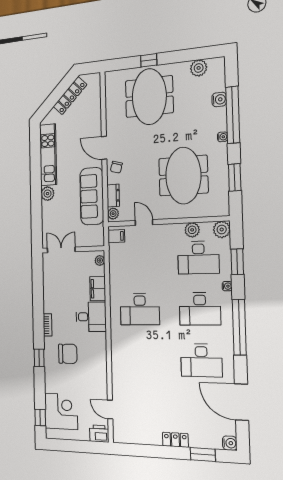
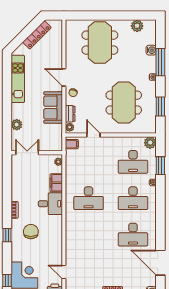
window: (149, 60) -> (100, 16), removed
window: (233, 115) -> (160, 62), width x0.68
plant: (47, 194) -> (17, 125), moved
sofa: (92, 196) -> (53, 107), width x0.73
plant: (192, 230) -> (129, 142), removed
window: (239, 327) -> (160, 211), removed
chair: (68, 354) -> (31, 232), turned -90

